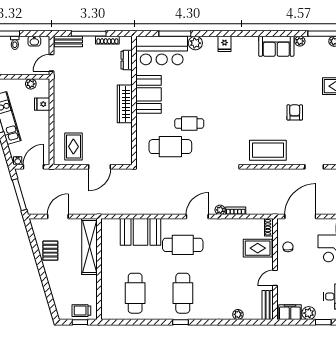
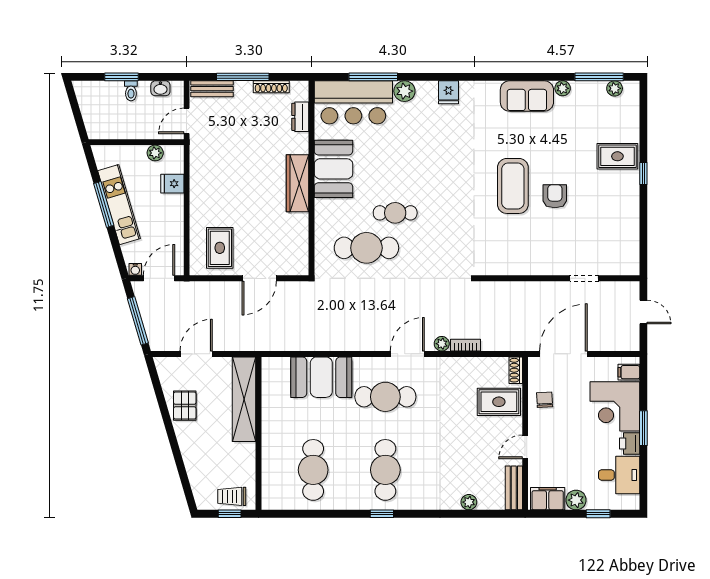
coffee table: (268, 150) -> (513, 186), moved, turned 90

